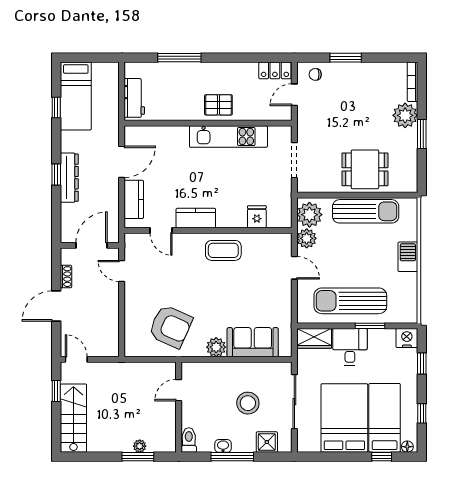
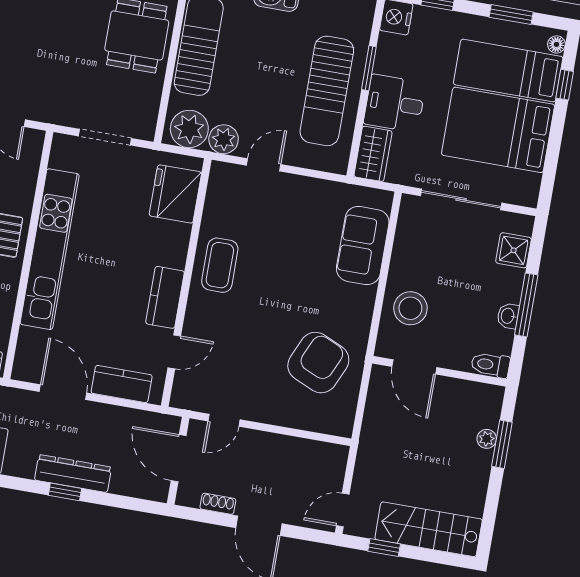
kitchen unit: (228, 137) -> (50, 249), width x1.36
fridge: (257, 217) -> (175, 194), width x1.88, depth x1.34
plant: (216, 347) -> (361, 301), removed
door: (179, 390) -> (414, 367), width x1.38
stool: (248, 403) -> (410, 308), moved
window: (422, 413) -> (511, 15), width x1.50

